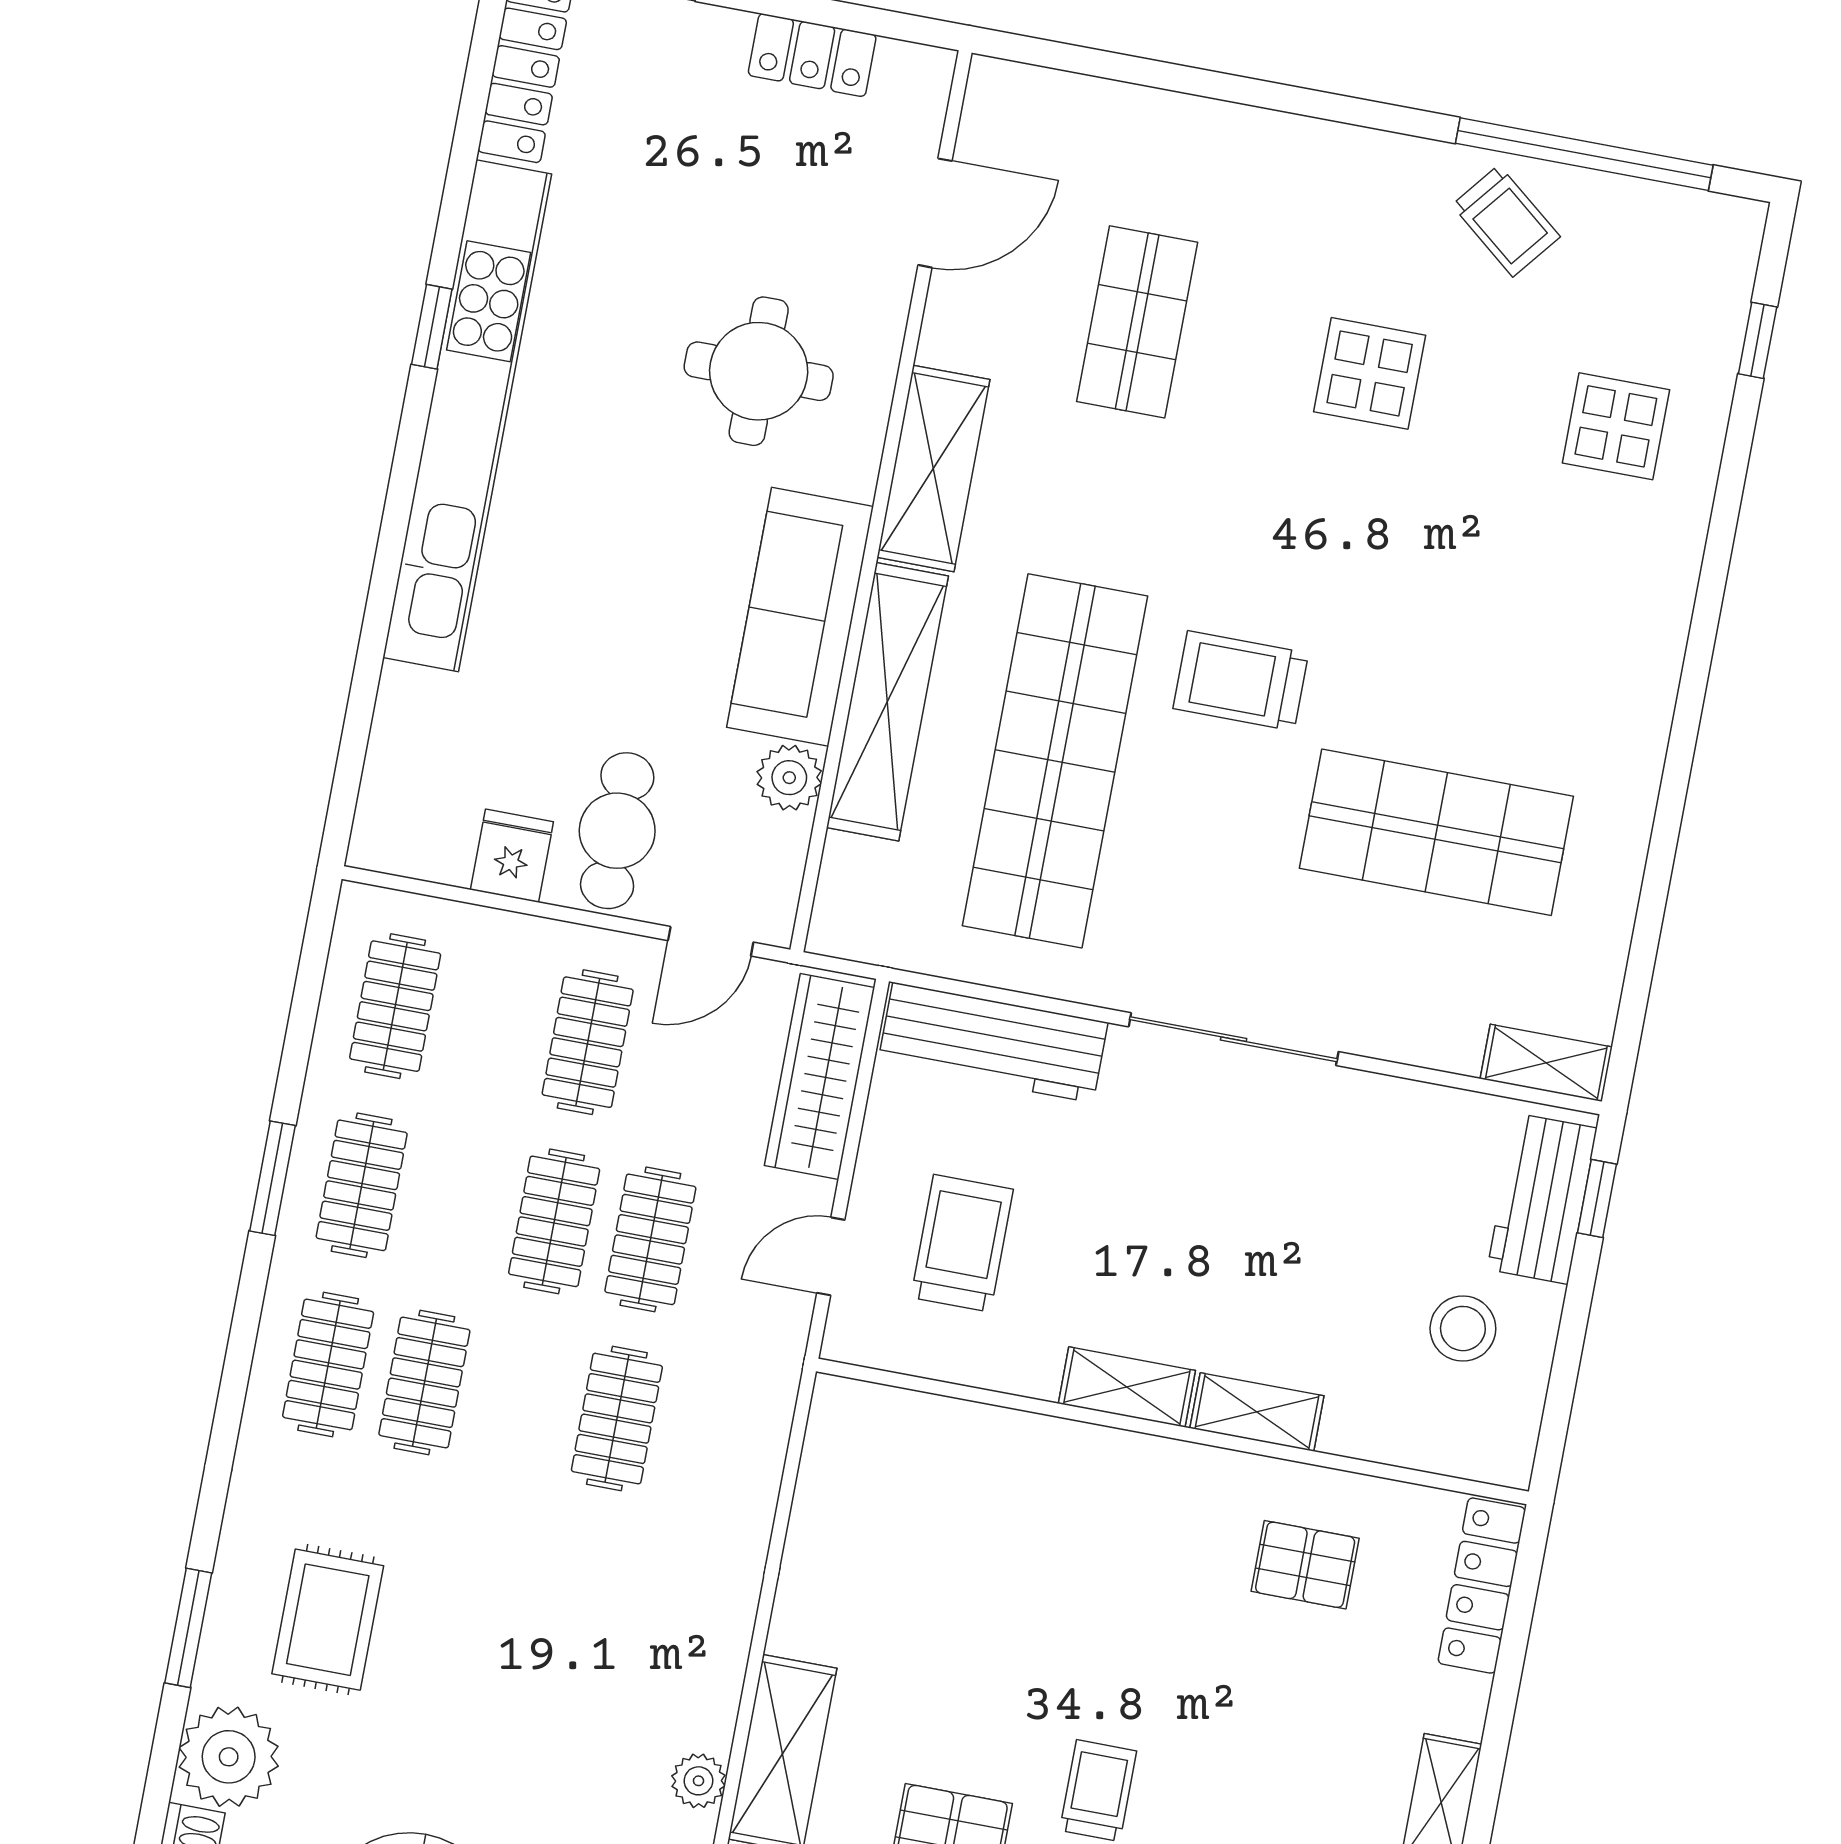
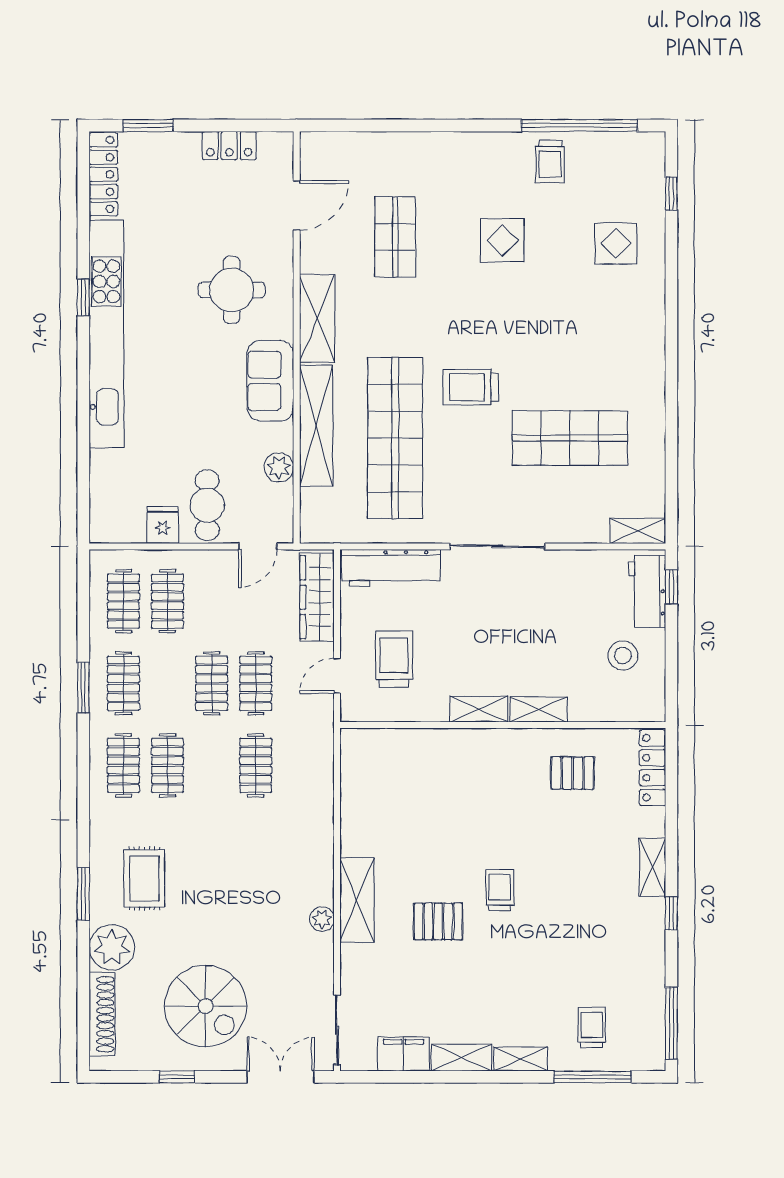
trolley: (1506, 221) -> (550, 162), turned 51
sofa: (800, 617) -> (270, 381), width x0.73
clothes rail: (588, 1042) -> (167, 601), moved

